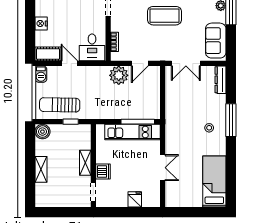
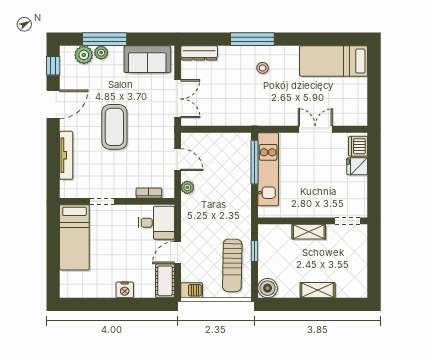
plant: (119, 75) -> (187, 187), width x0.53, depth x0.53
dishwasher: (103, 172) -> (358, 146), moved, turned -90

